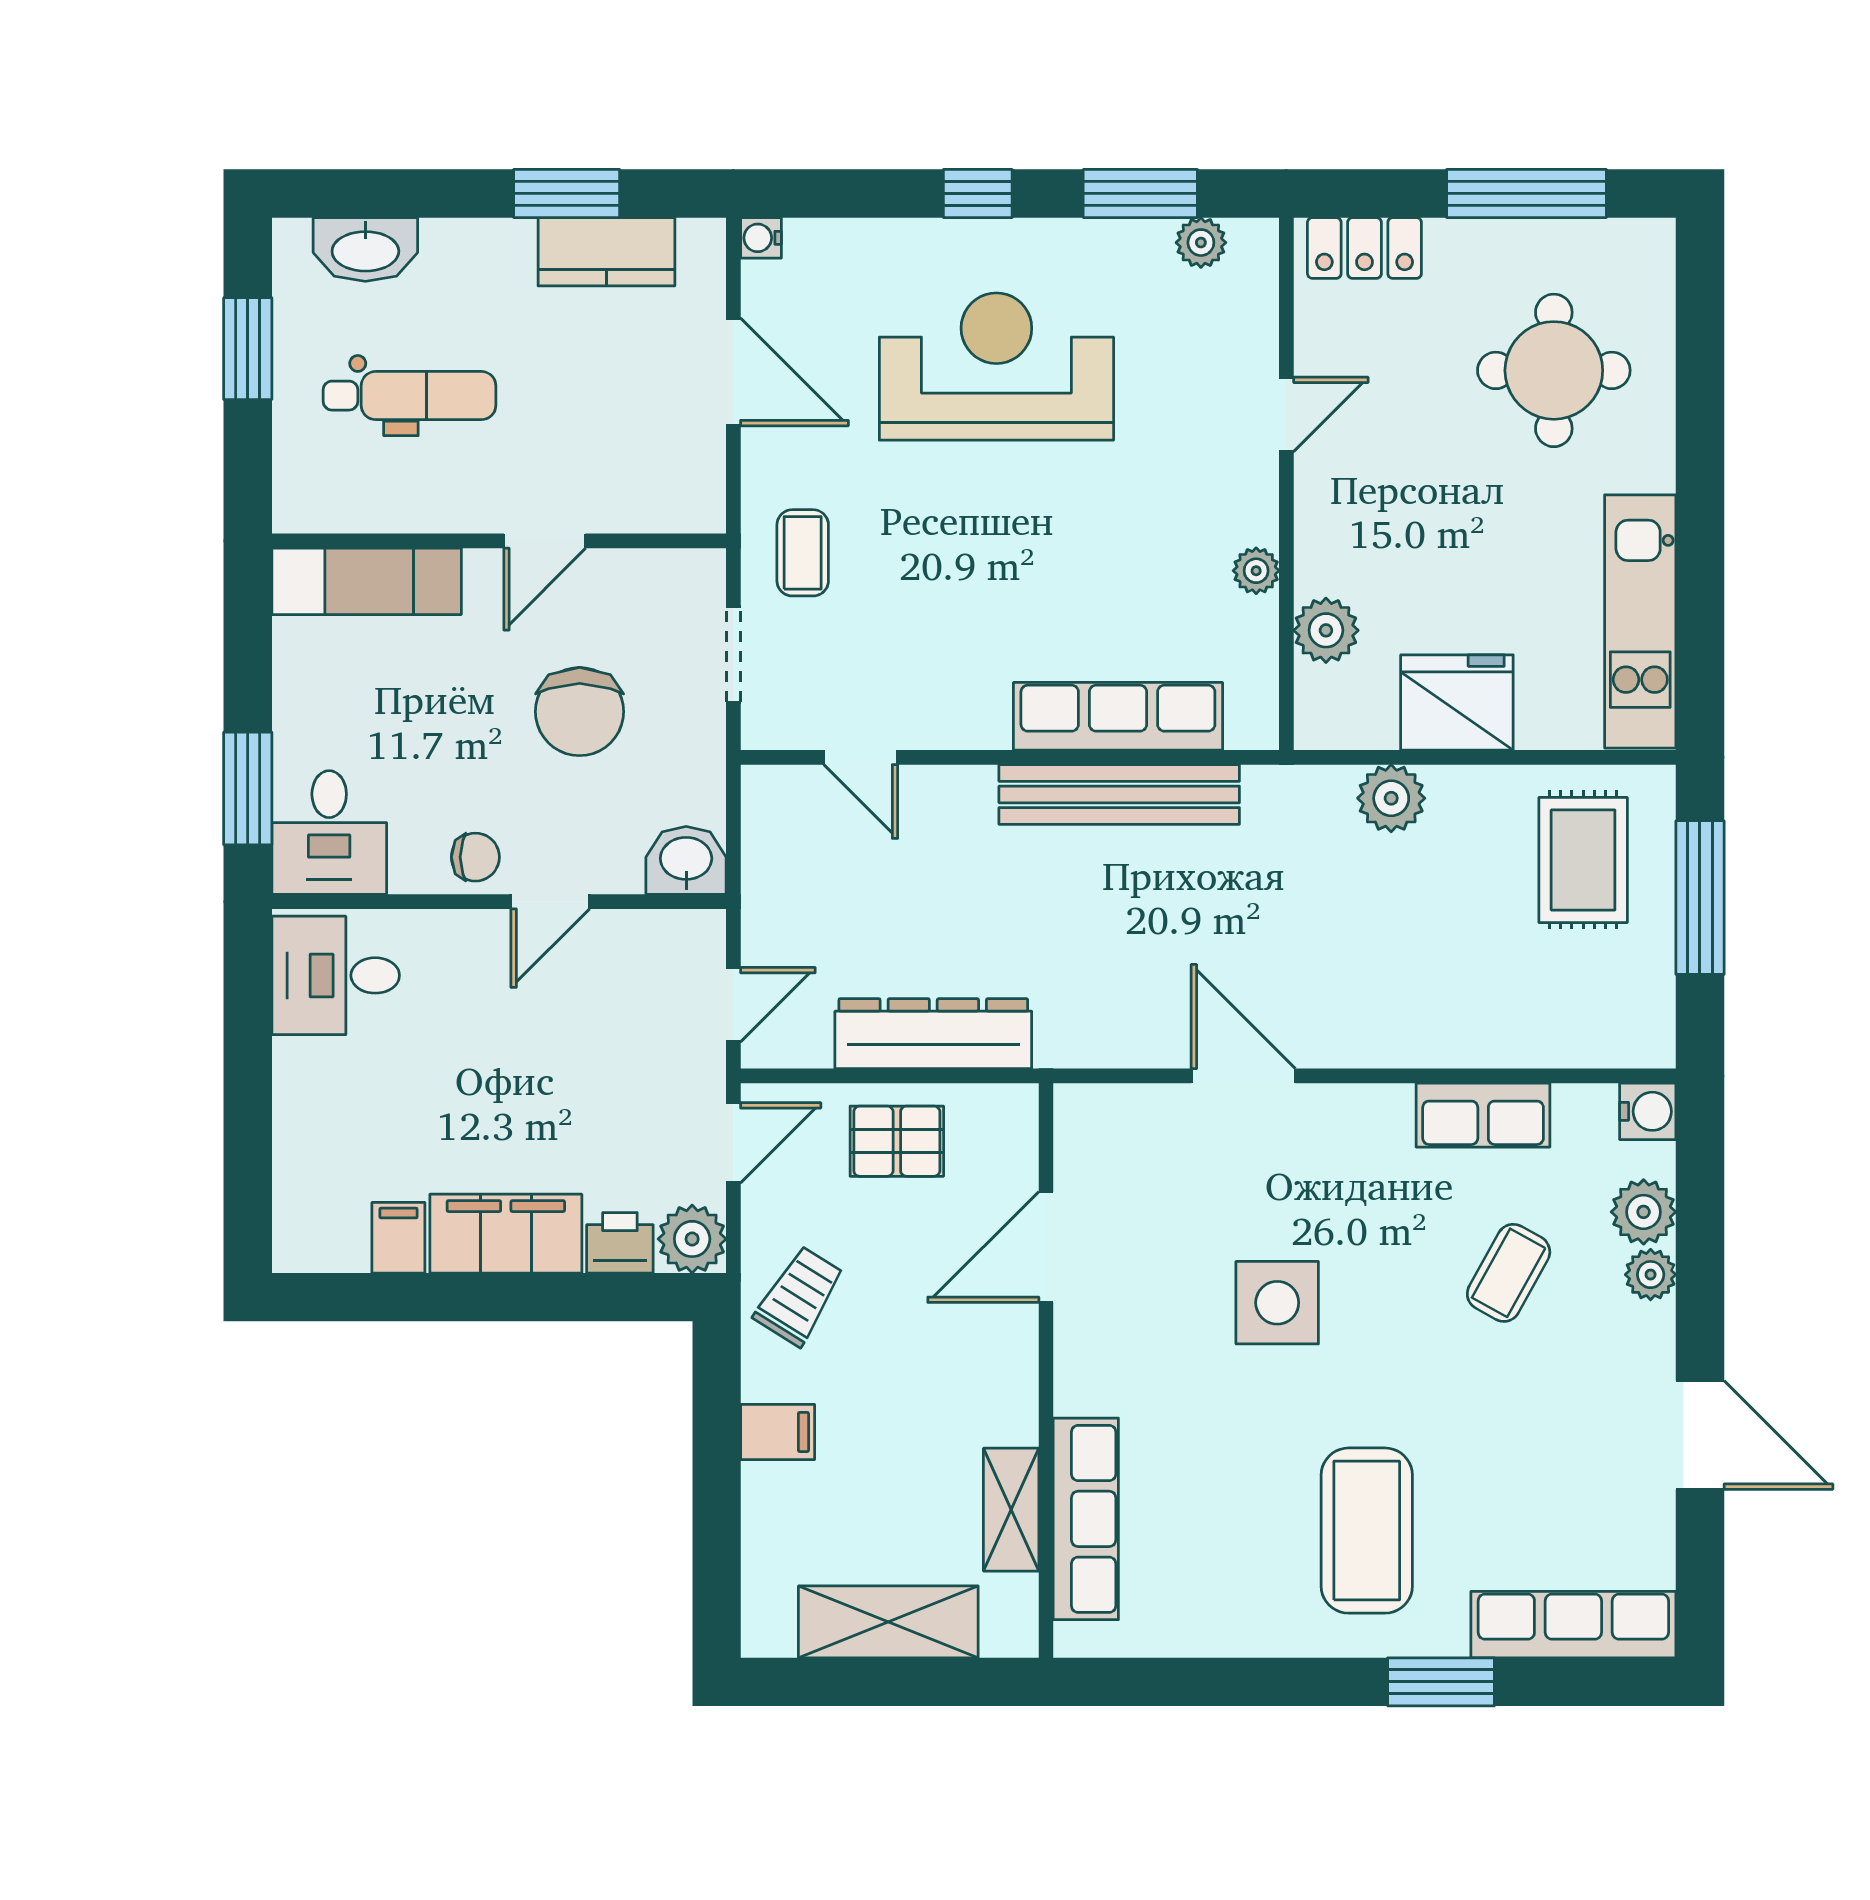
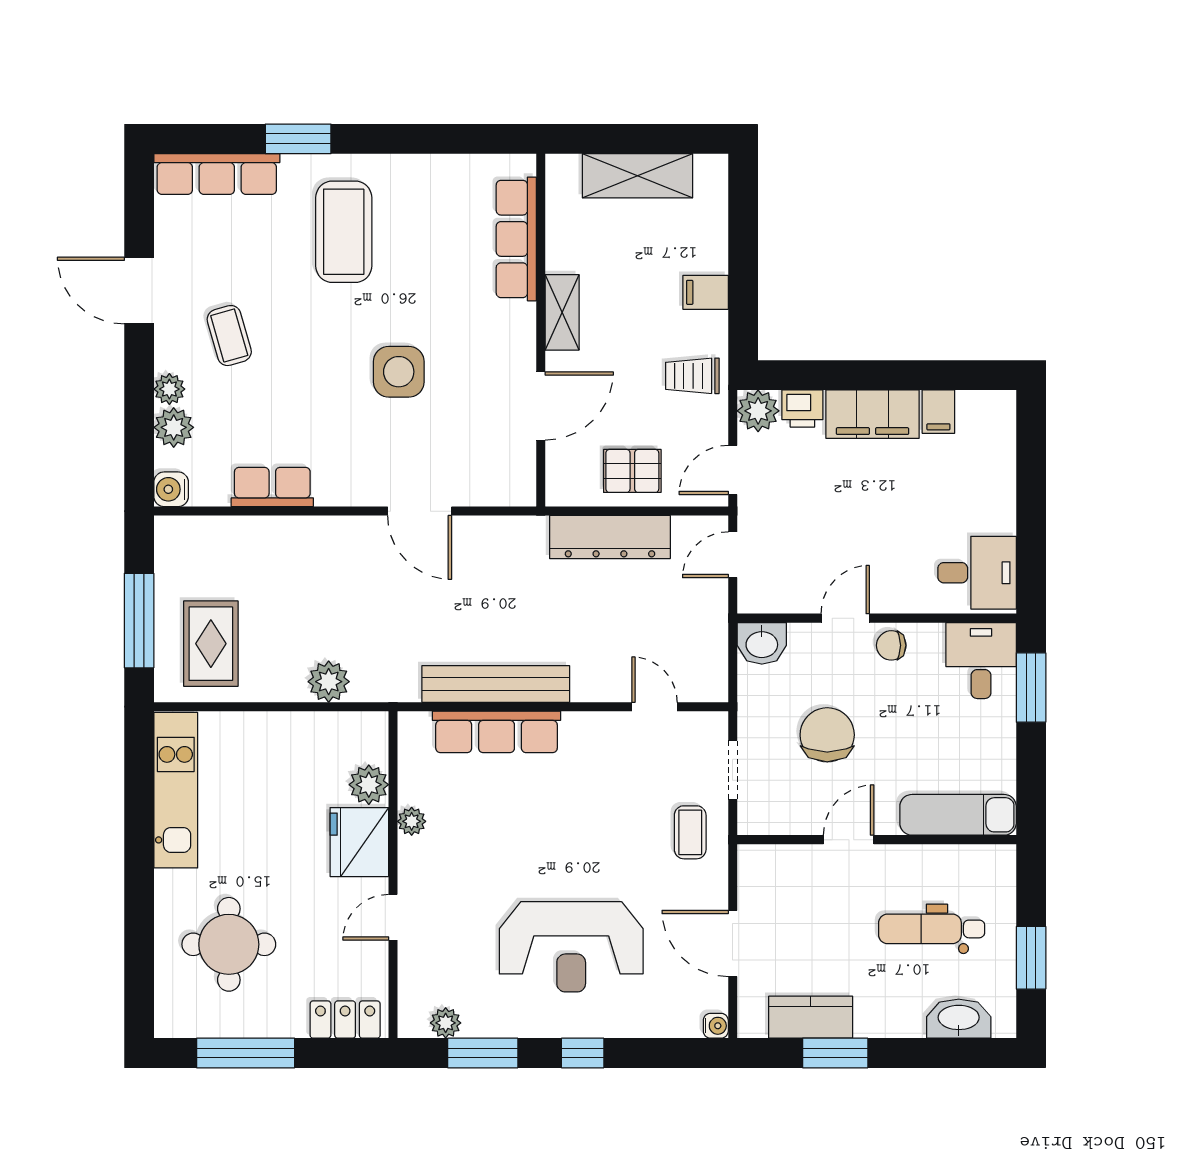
fridge: (1457, 702) -> (359, 842), moved, turned 90
coffee table: (1509, 1273) -> (229, 336), moved, turned -45
trolley: (799, 1296) -> (692, 376), turned 58
shelving: (1011, 1510) -> (562, 312), moved

